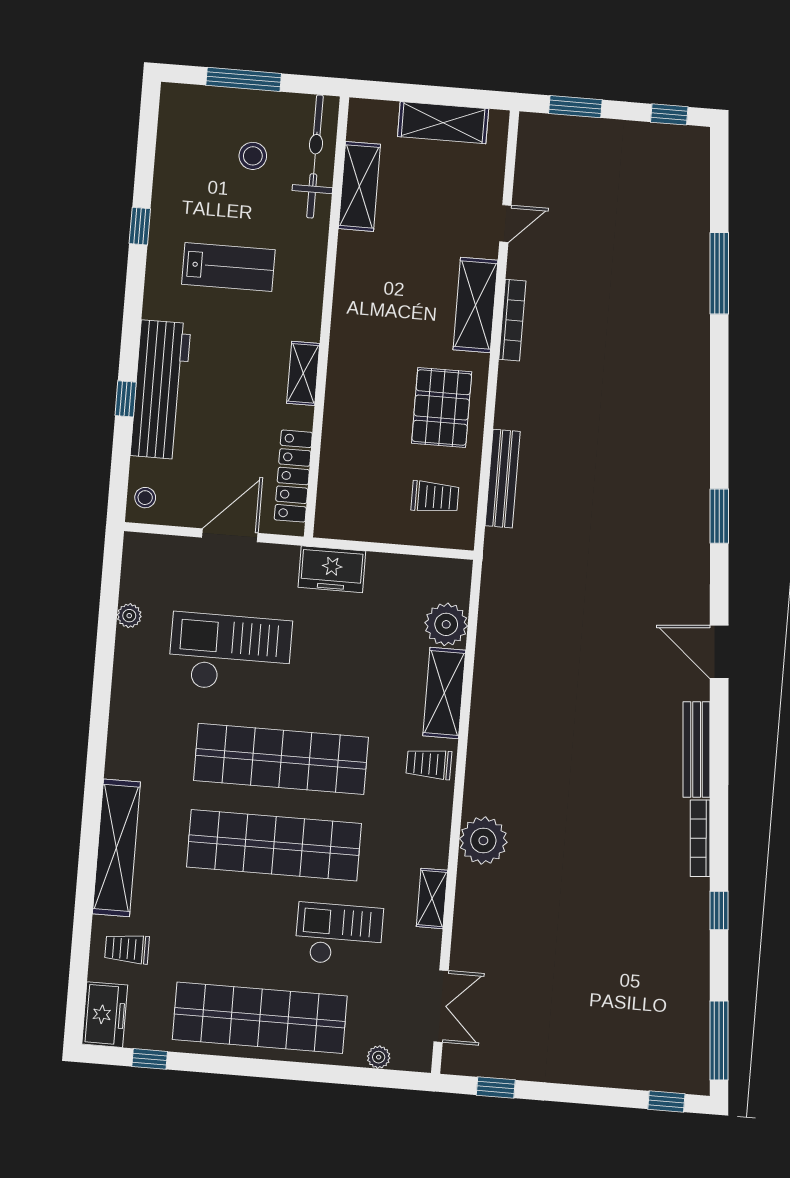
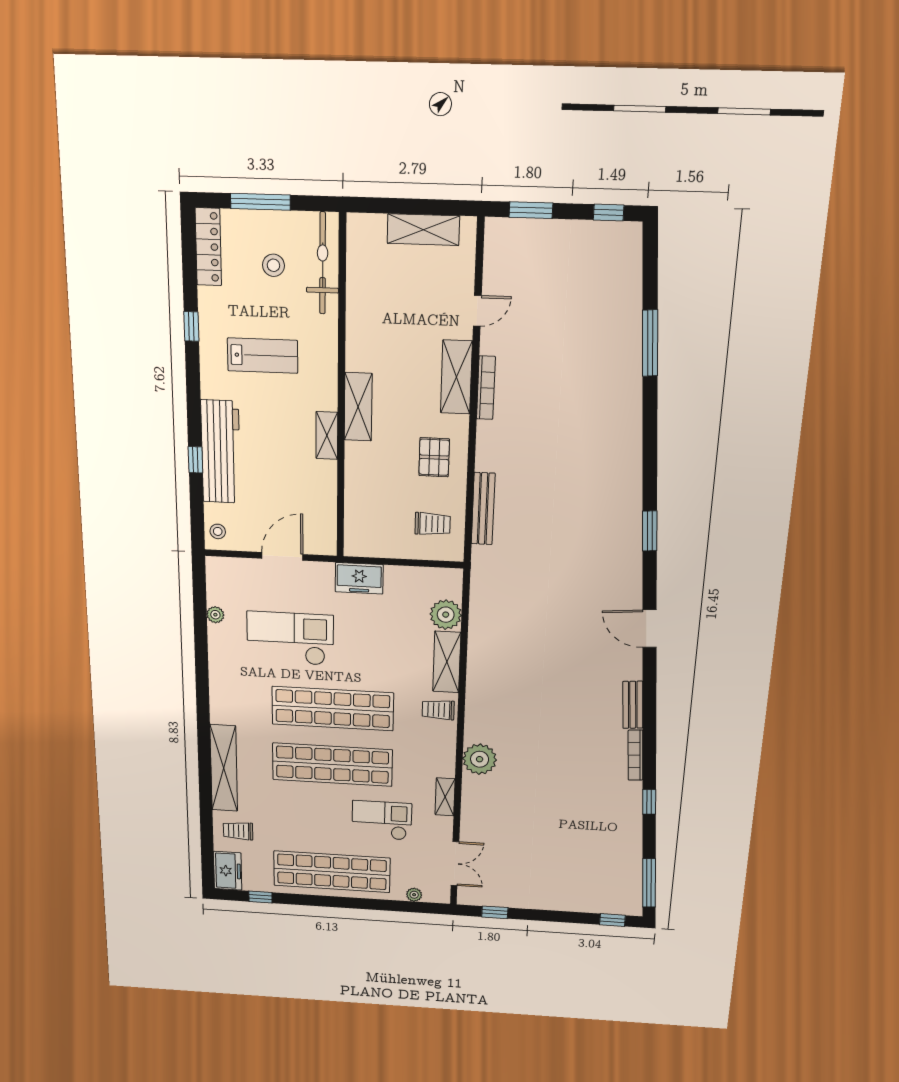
shelving: (359, 186) -> (358, 407), moved
pallet: (442, 408) -> (434, 457), width x0.67, depth x0.71
locker: (293, 476) -> (208, 247), moved, turned 180
bench: (697, 750) -> (633, 705), width x0.73

